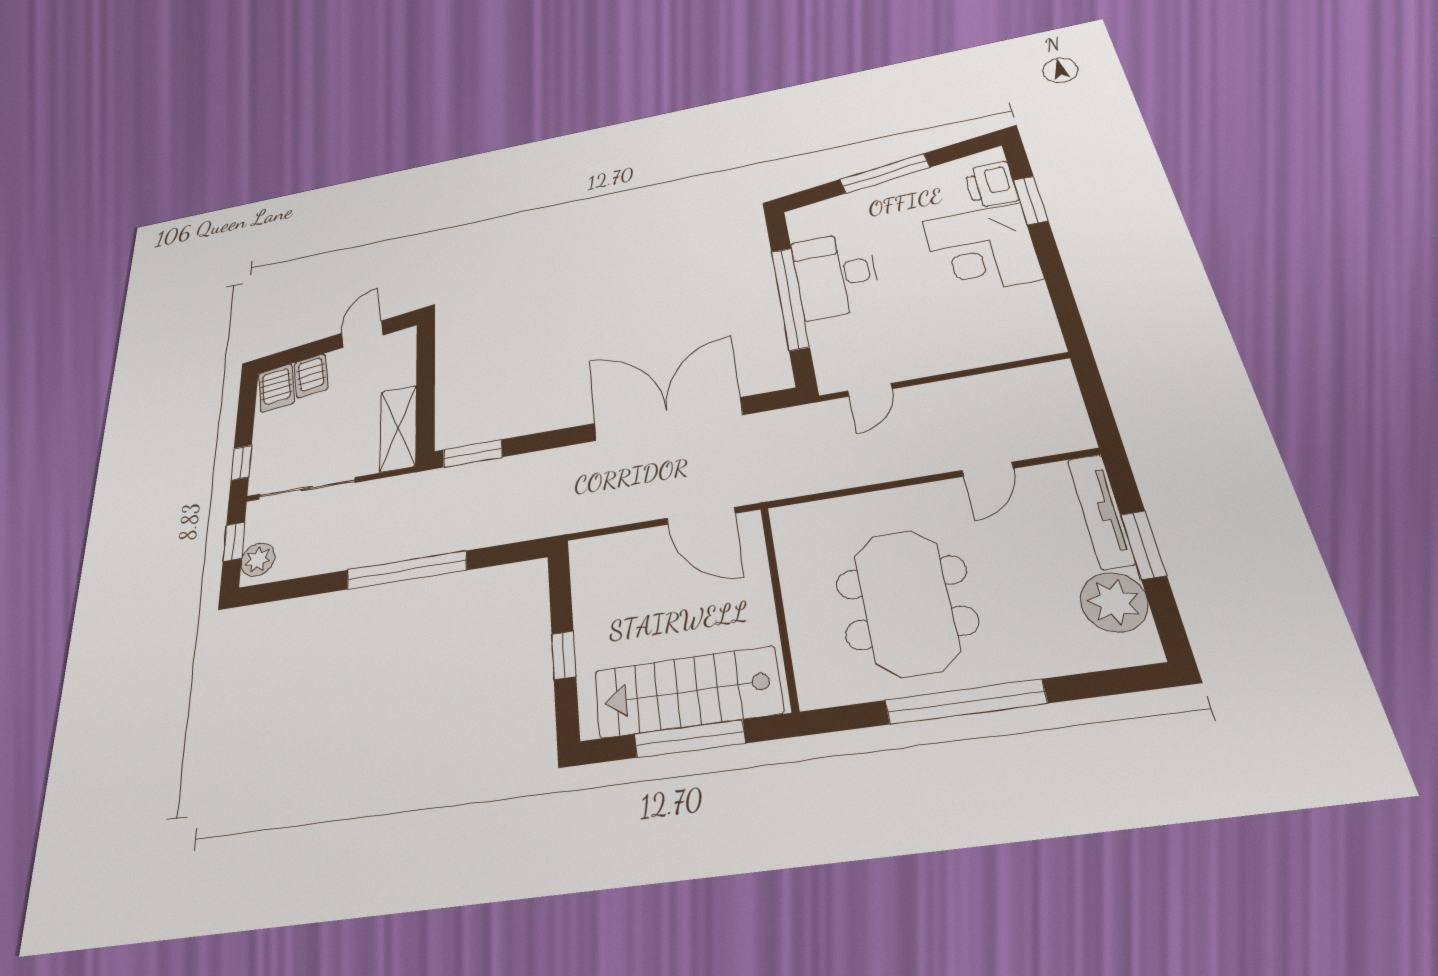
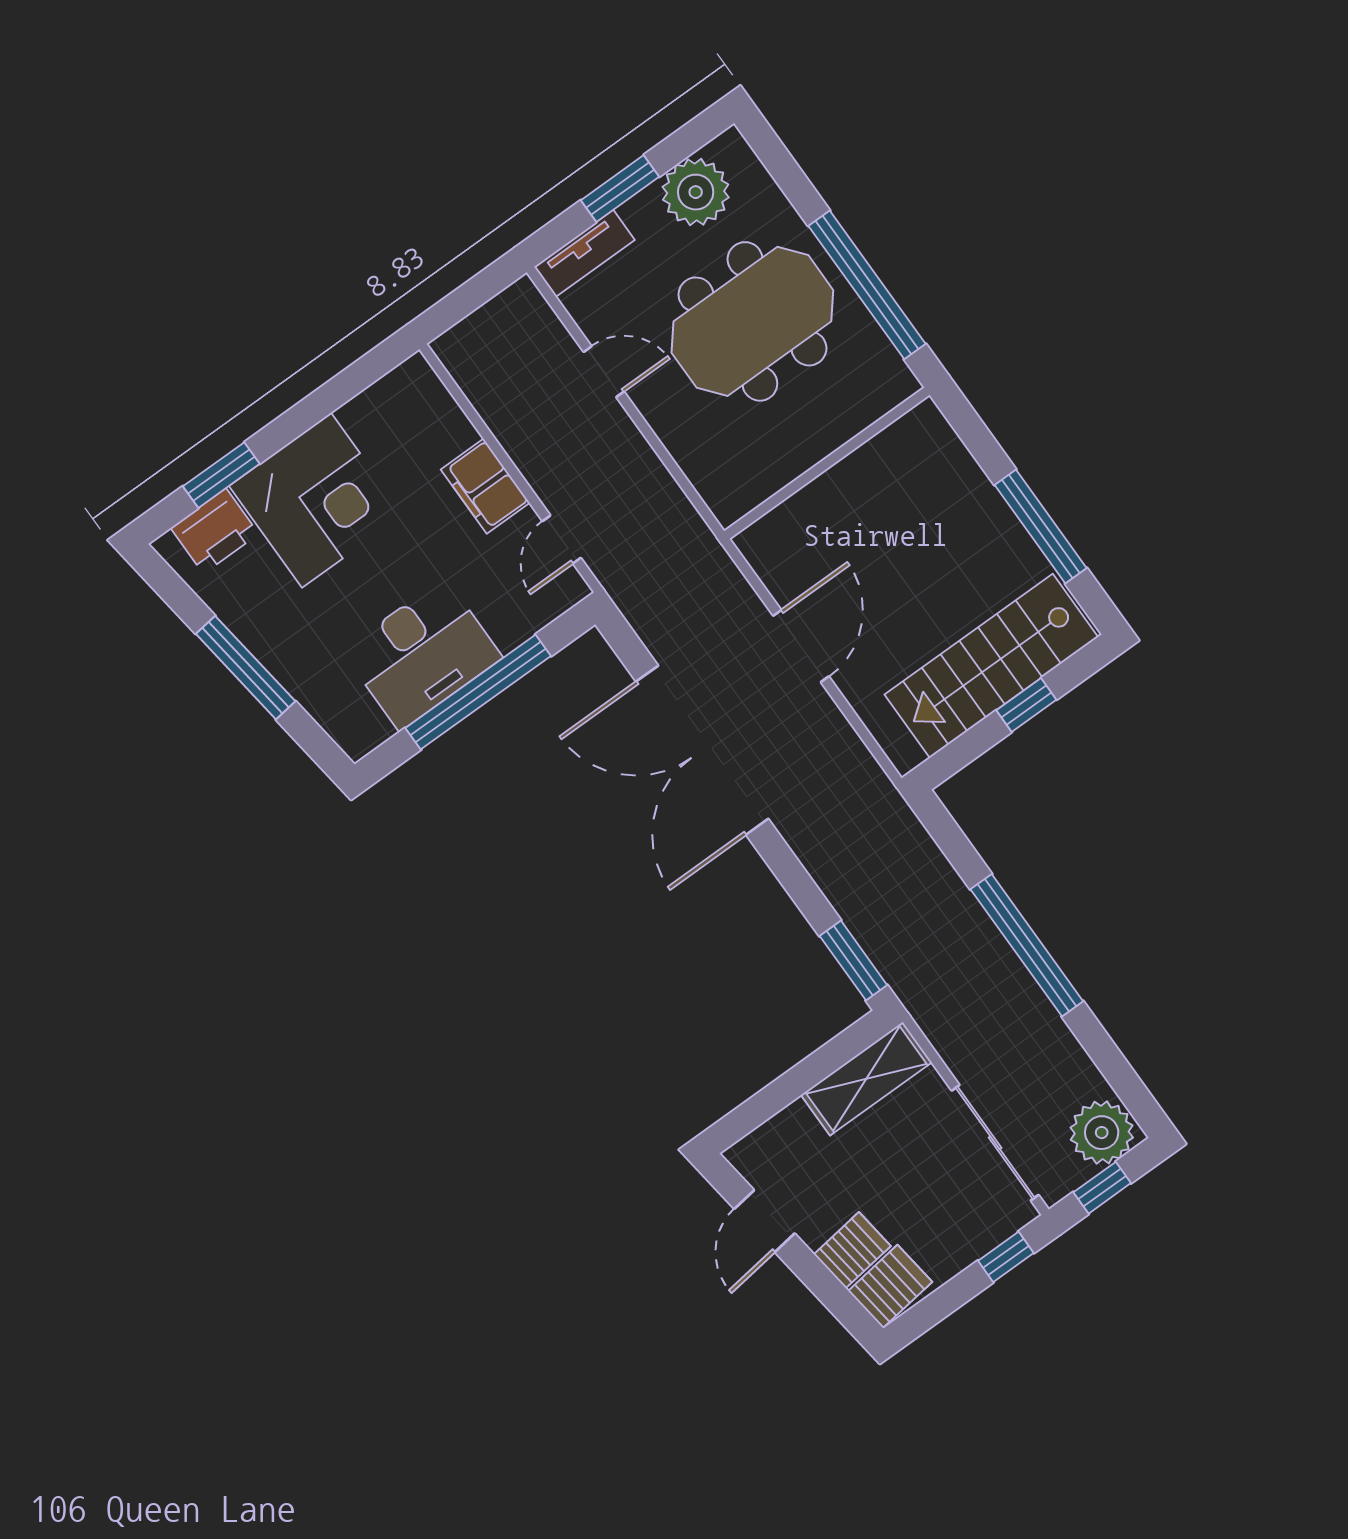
door: (363, 334) -> (764, 1221), hinge flipped
filing cabinet: (937, 356) -> (485, 486), added
door: (870, 390) -> (562, 539), swing flipped
tv unit: (1101, 511) -> (584, 253), width x0.71
plant: (258, 560) -> (1102, 1133), width x1.36, depth x1.36
meeting table: (906, 602) -> (752, 321), moved
wall: (779, 606) -> (827, 463), moved
stairs: (687, 692) -> (991, 666), moved, turned 90

